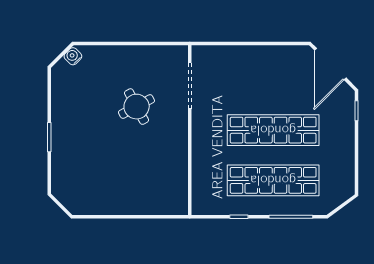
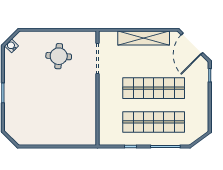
shelving: (258, 55) -> (144, 38), added
water cooler: (73, 56) -> (12, 46), moved
round table: (137, 107) -> (59, 56), moved, turned 32

